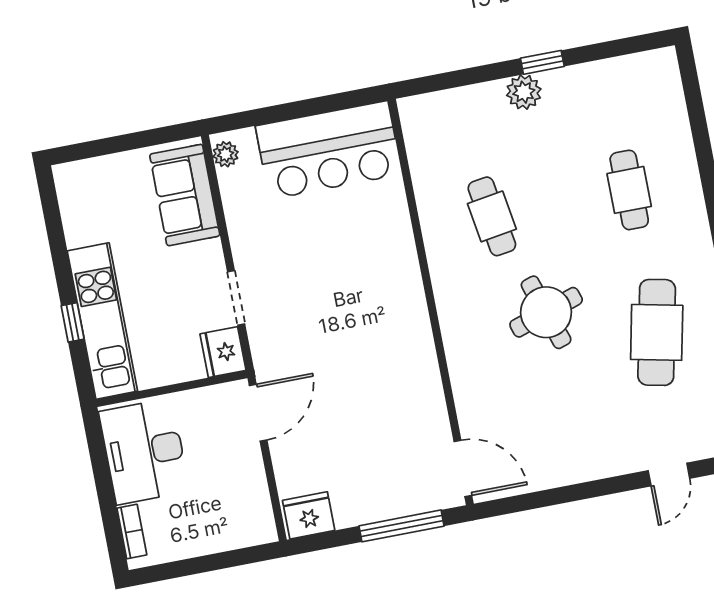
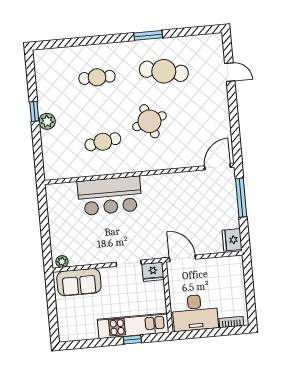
bar counter: (329, 150) -> (110, 196), moved, turned 90

